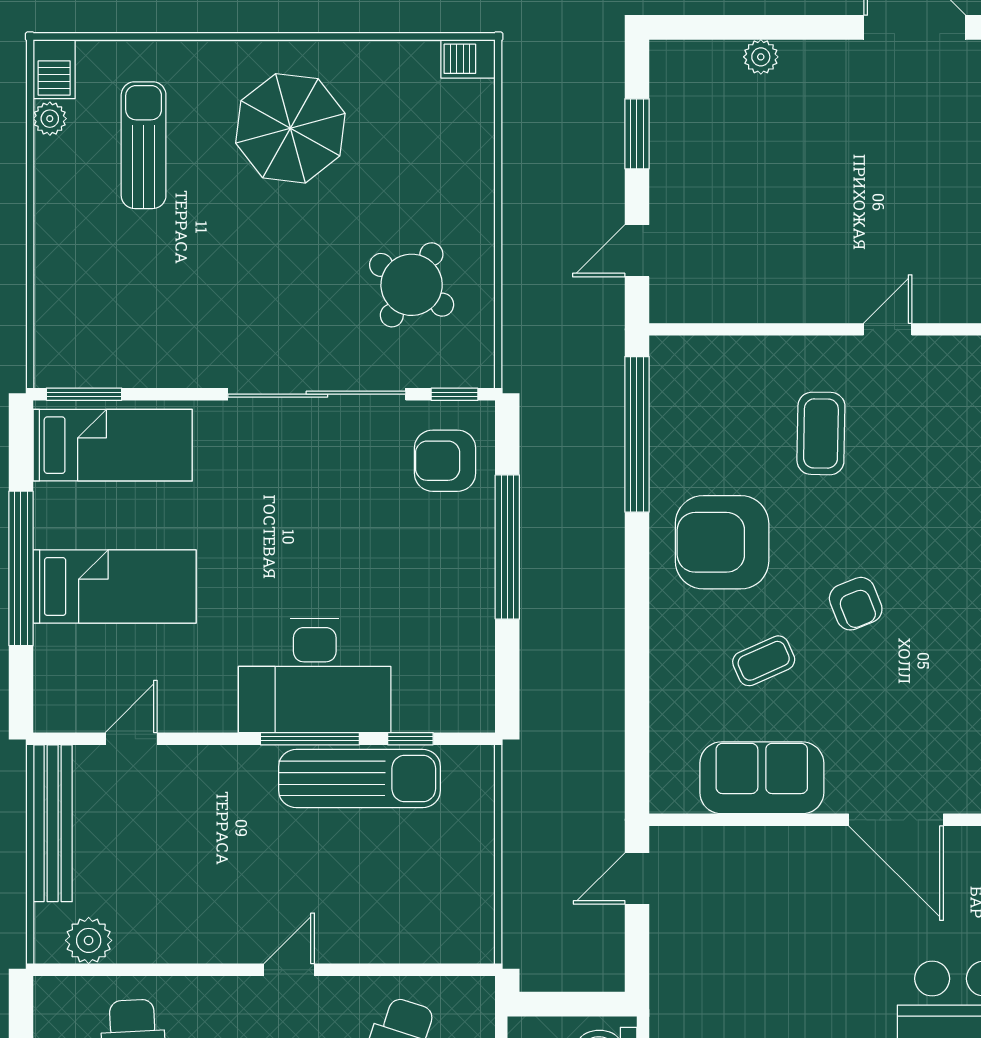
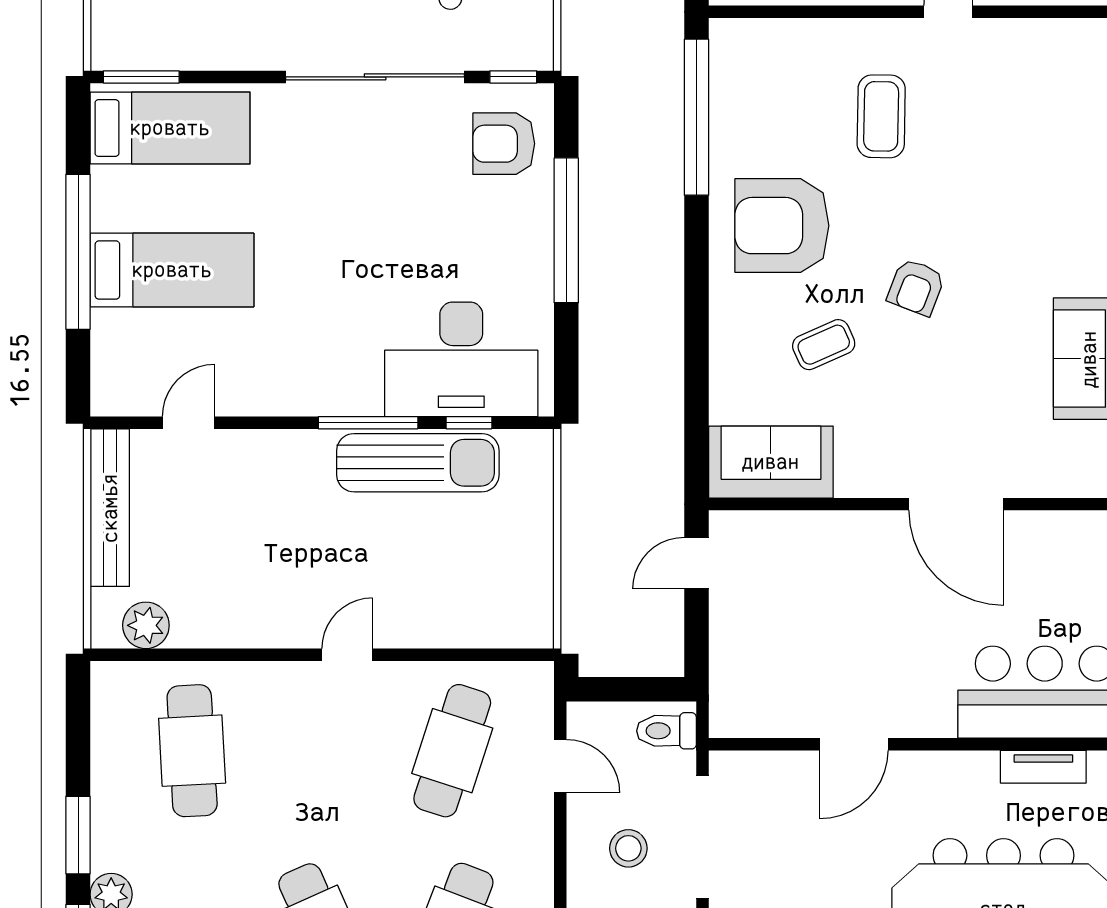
armchair: (856, 604) -> (916, 287), turned 43
desk: (315, 676) -> (461, 359), moved
sofa: (762, 778) -> (771, 462), moved

